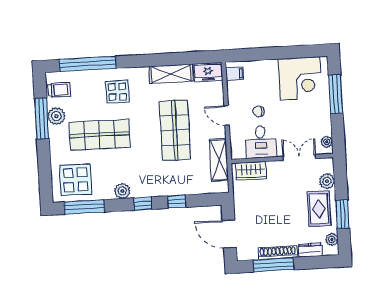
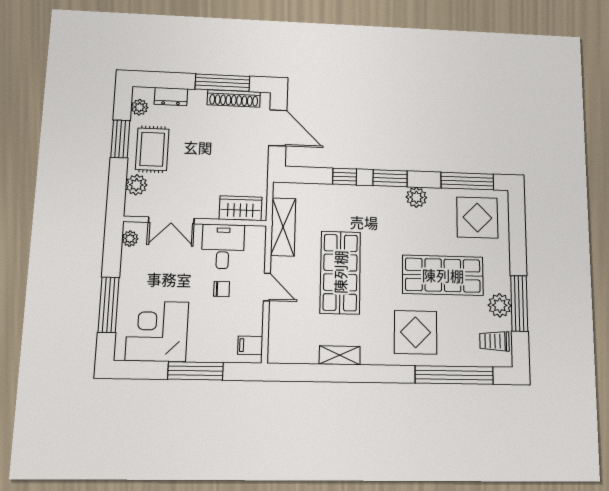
window: (271, 53) -> (196, 371), added
freezer: (208, 72) -> (288, 350), removed
shelving: (171, 74) -> (340, 355), width x0.67, depth x0.75
display table: (117, 92) -> (416, 332), width x1.36, depth x1.36
window: (143, 204) -> (390, 178), width x1.50
shoe rack: (278, 253) -> (234, 98), moved

